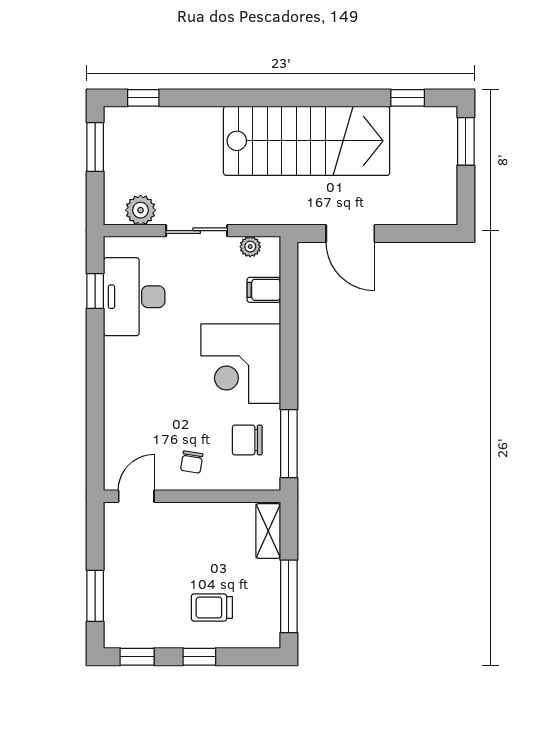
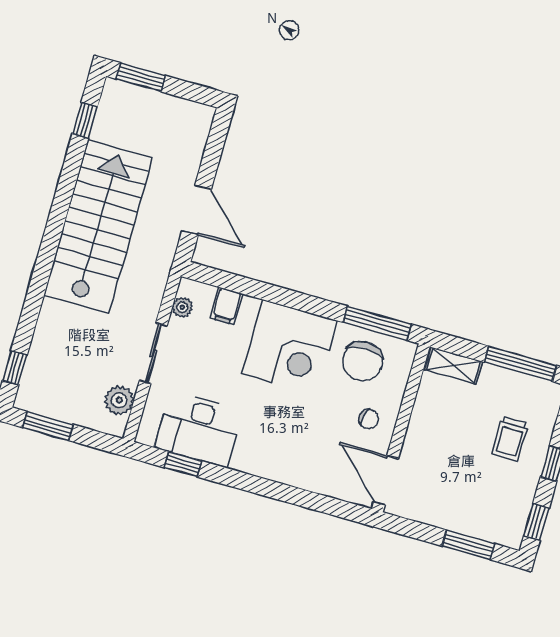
door: (350, 233) -> (197, 210), hinge flipped
chair: (247, 440) -> (363, 361), width x1.37, depth x1.37
door: (136, 496) -> (386, 480), width x1.38

